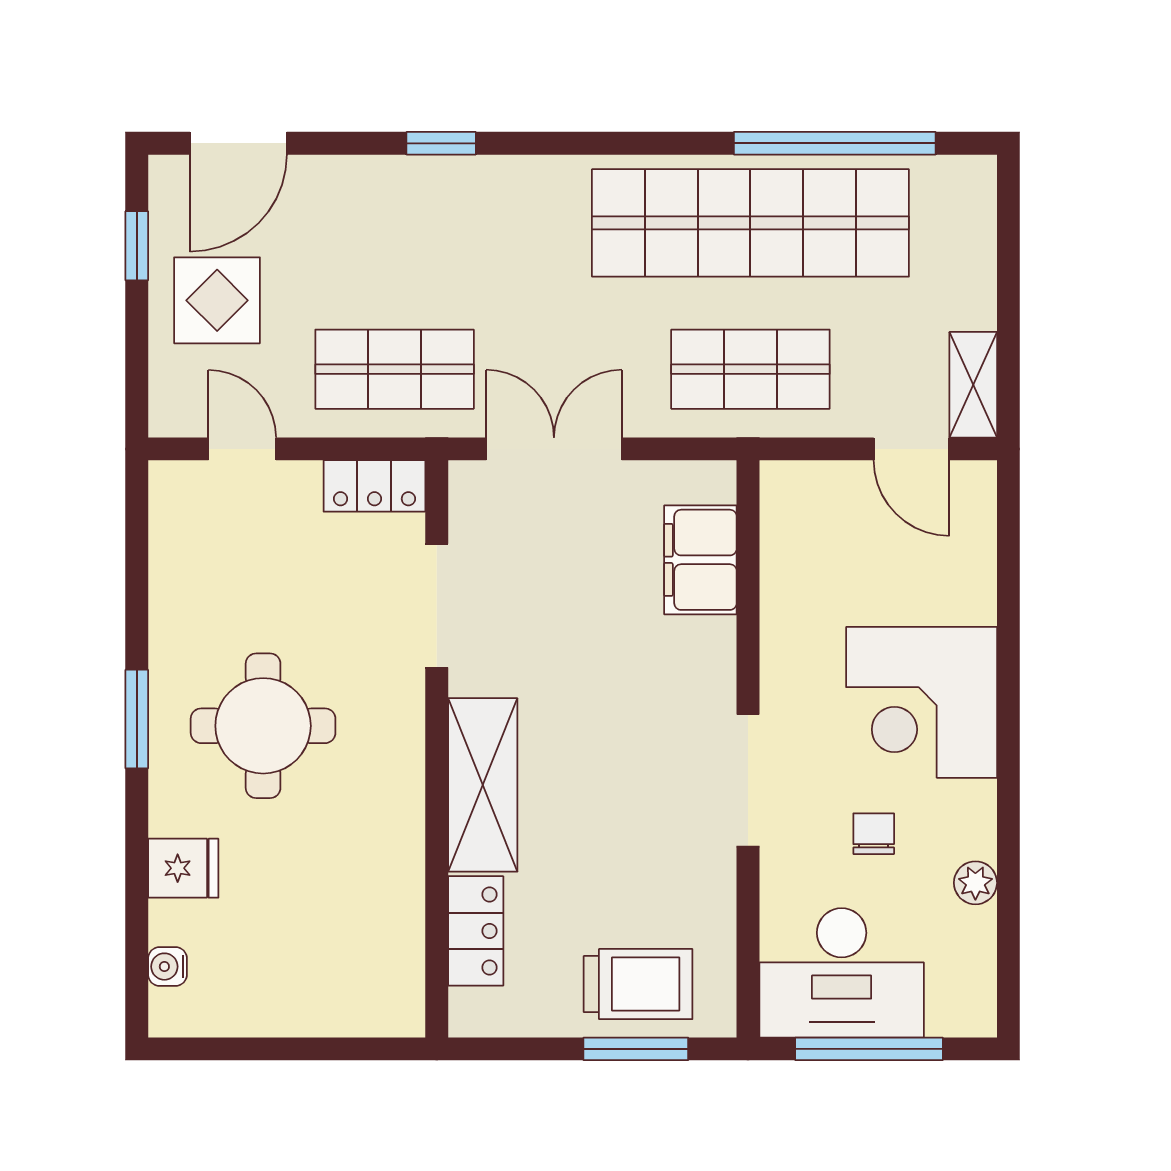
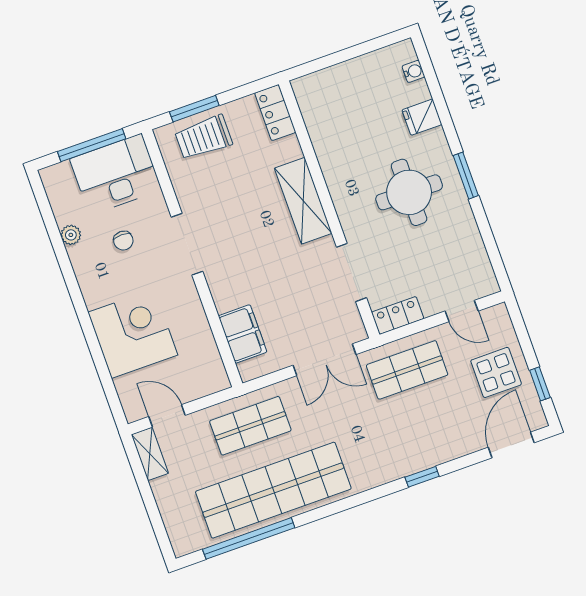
corner desk: (922, 702) -> (133, 334), moved
locker: (476, 931) -> (275, 113), moved

